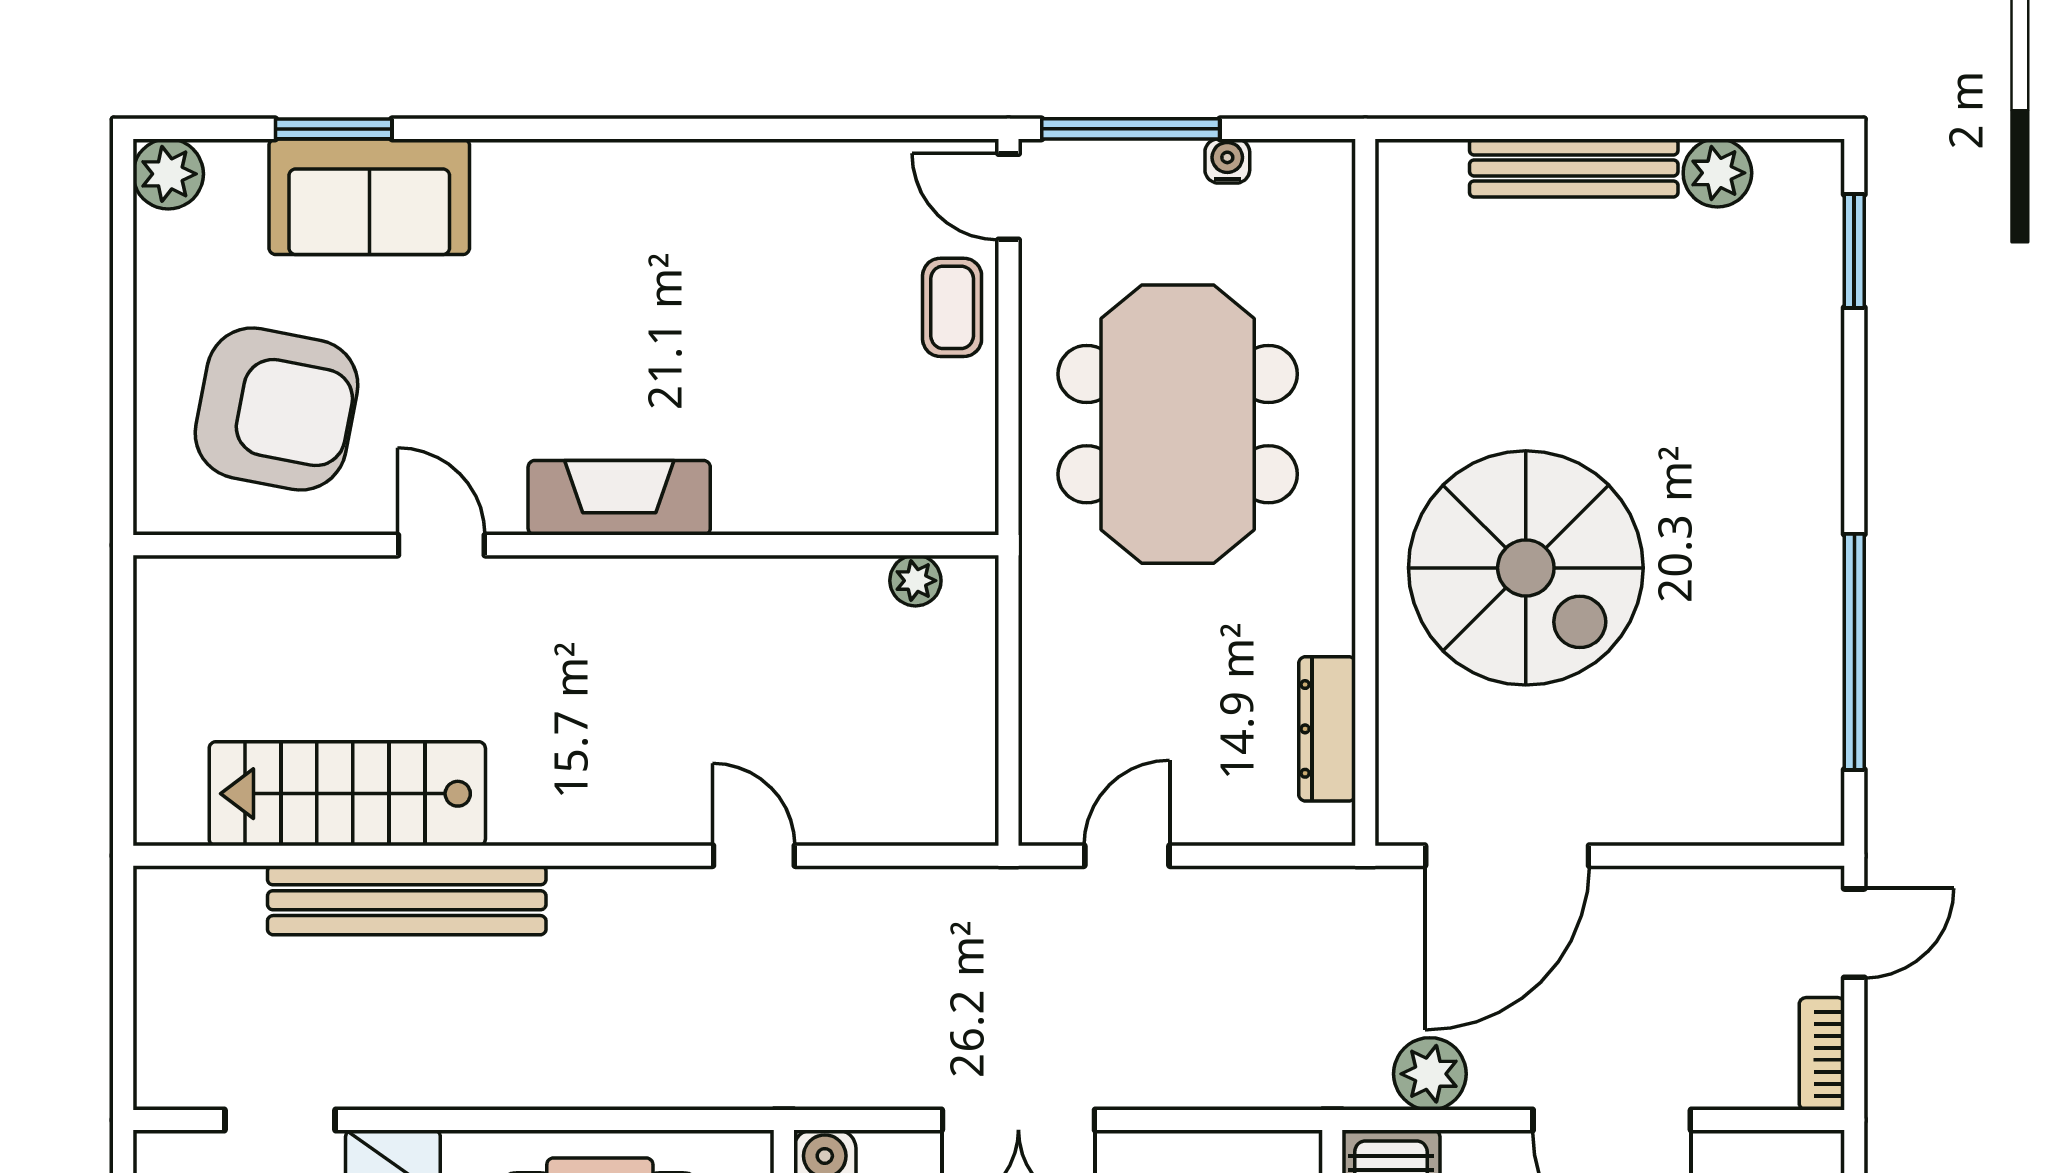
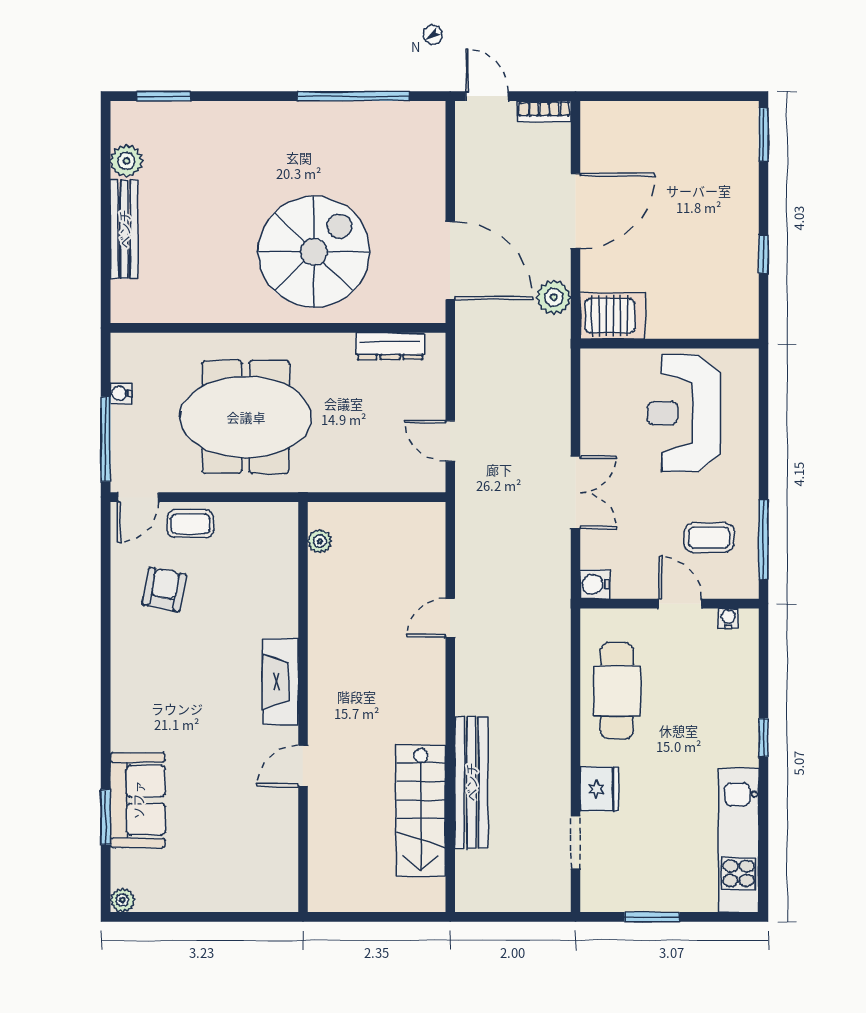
plant: (168, 174) -> (122, 900), width x0.73, depth x0.73
armchair: (277, 409) -> (164, 589), moved, width x0.53, depth x0.53

